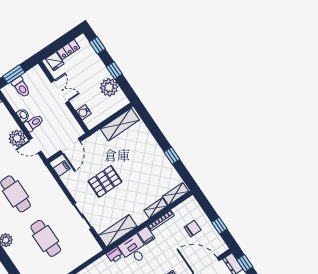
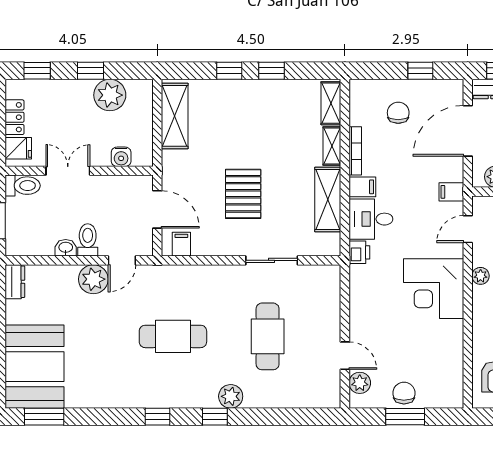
toilet: (21, 87) -> (23, 186), moved
window: (158, 136) -> (229, 71), added
shelving: (118, 231) -> (328, 200), moved
cafe table: (46, 238) -> (268, 336), turned 90

